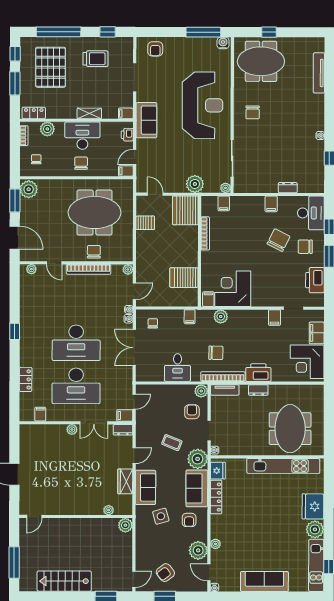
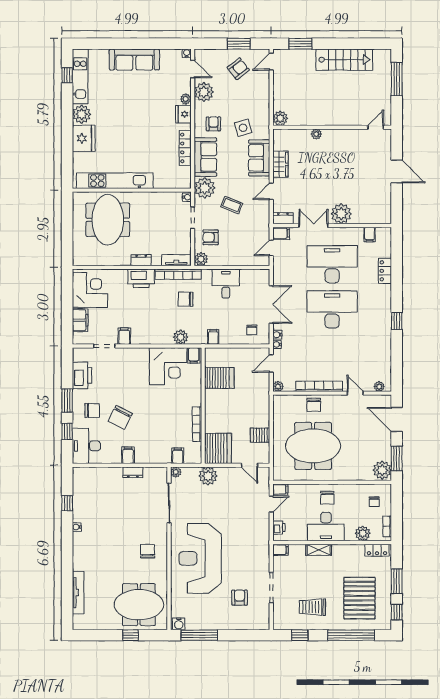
armchair: (155, 49) -> (240, 598), moved
sofa: (146, 120) -> (259, 543), removed
dresser: (288, 188) -> (133, 472), moved
armchair: (192, 412) -> (211, 237), turned 90
plant: (72, 430) -> (341, 214), width x1.88, depth x1.88
fridge: (218, 471) -> (183, 114), moved
plant: (109, 510) -> (316, 134), moved

